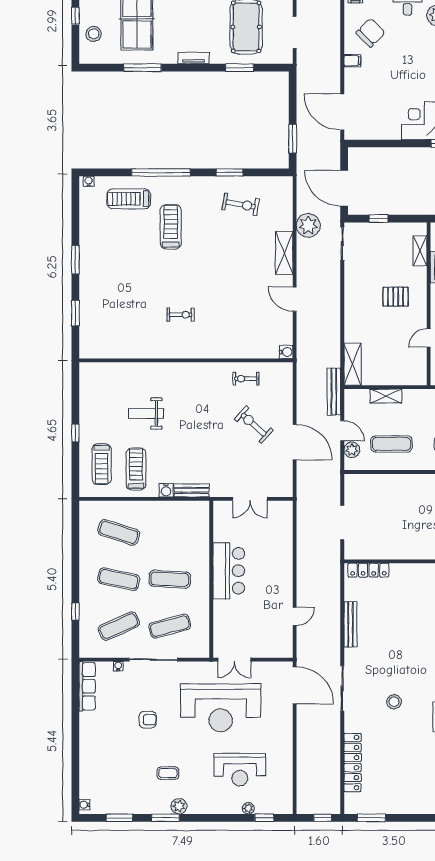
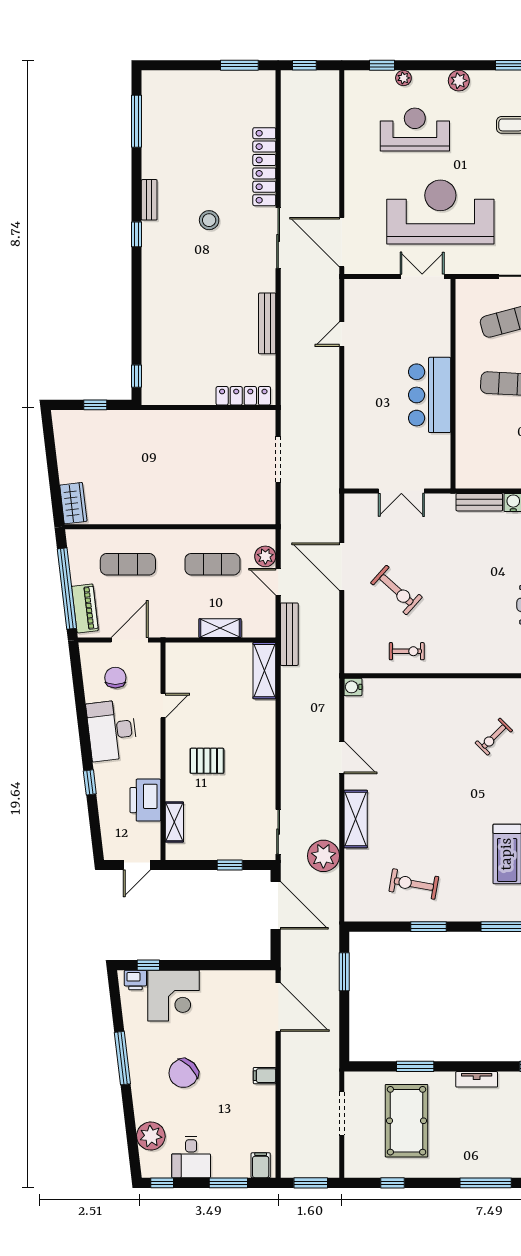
chair: (371, 33) -> (183, 1073), moved
exercise bike: (181, 315) -> (494, 737), turned -45
double door: (250, 499) -> (401, 491), swing flipped
locker: (353, 763) -> (264, 167), moved
plant: (179, 806) -> (459, 81), moved

